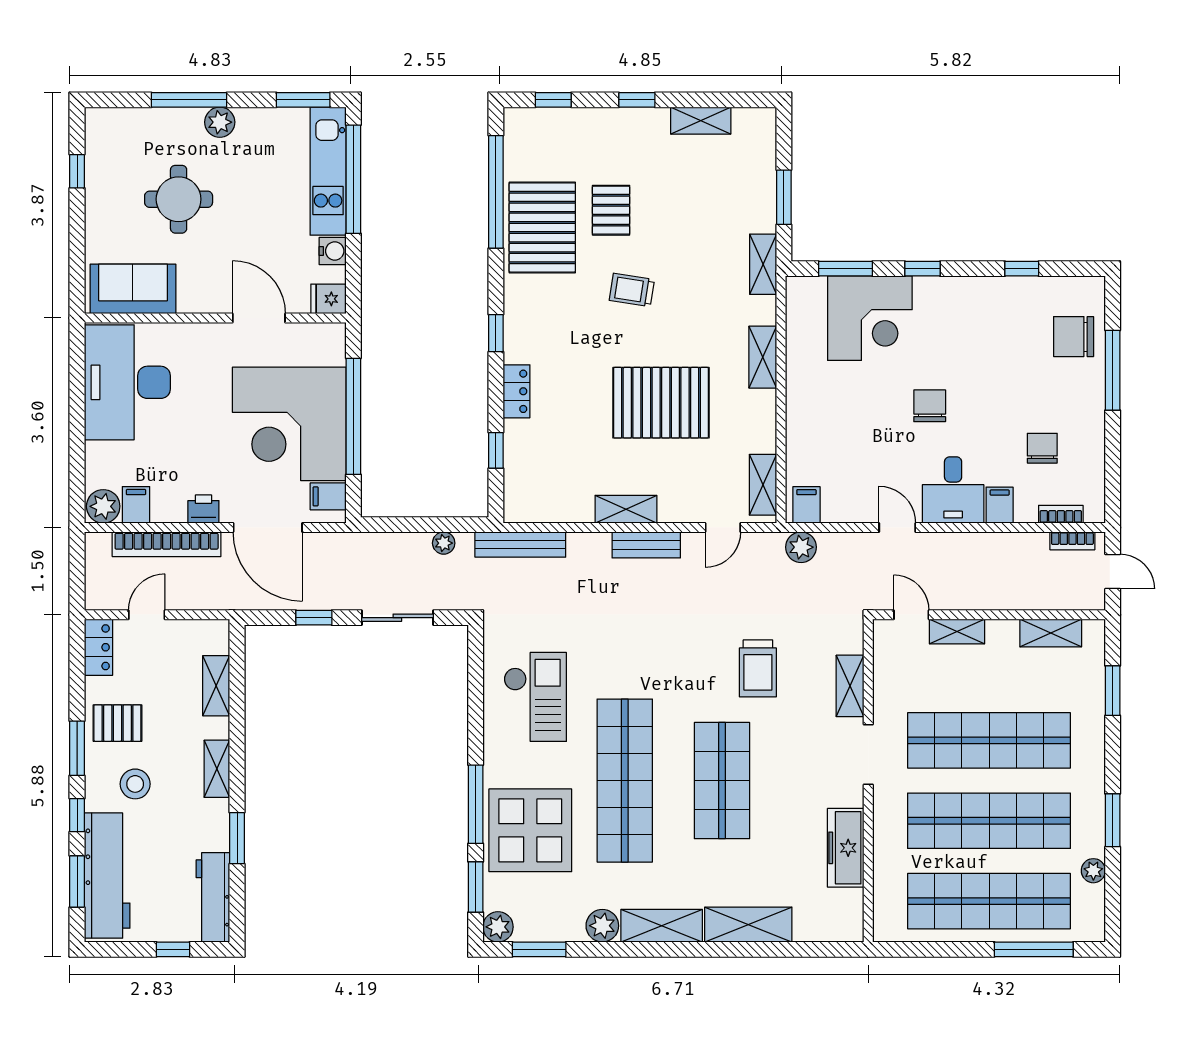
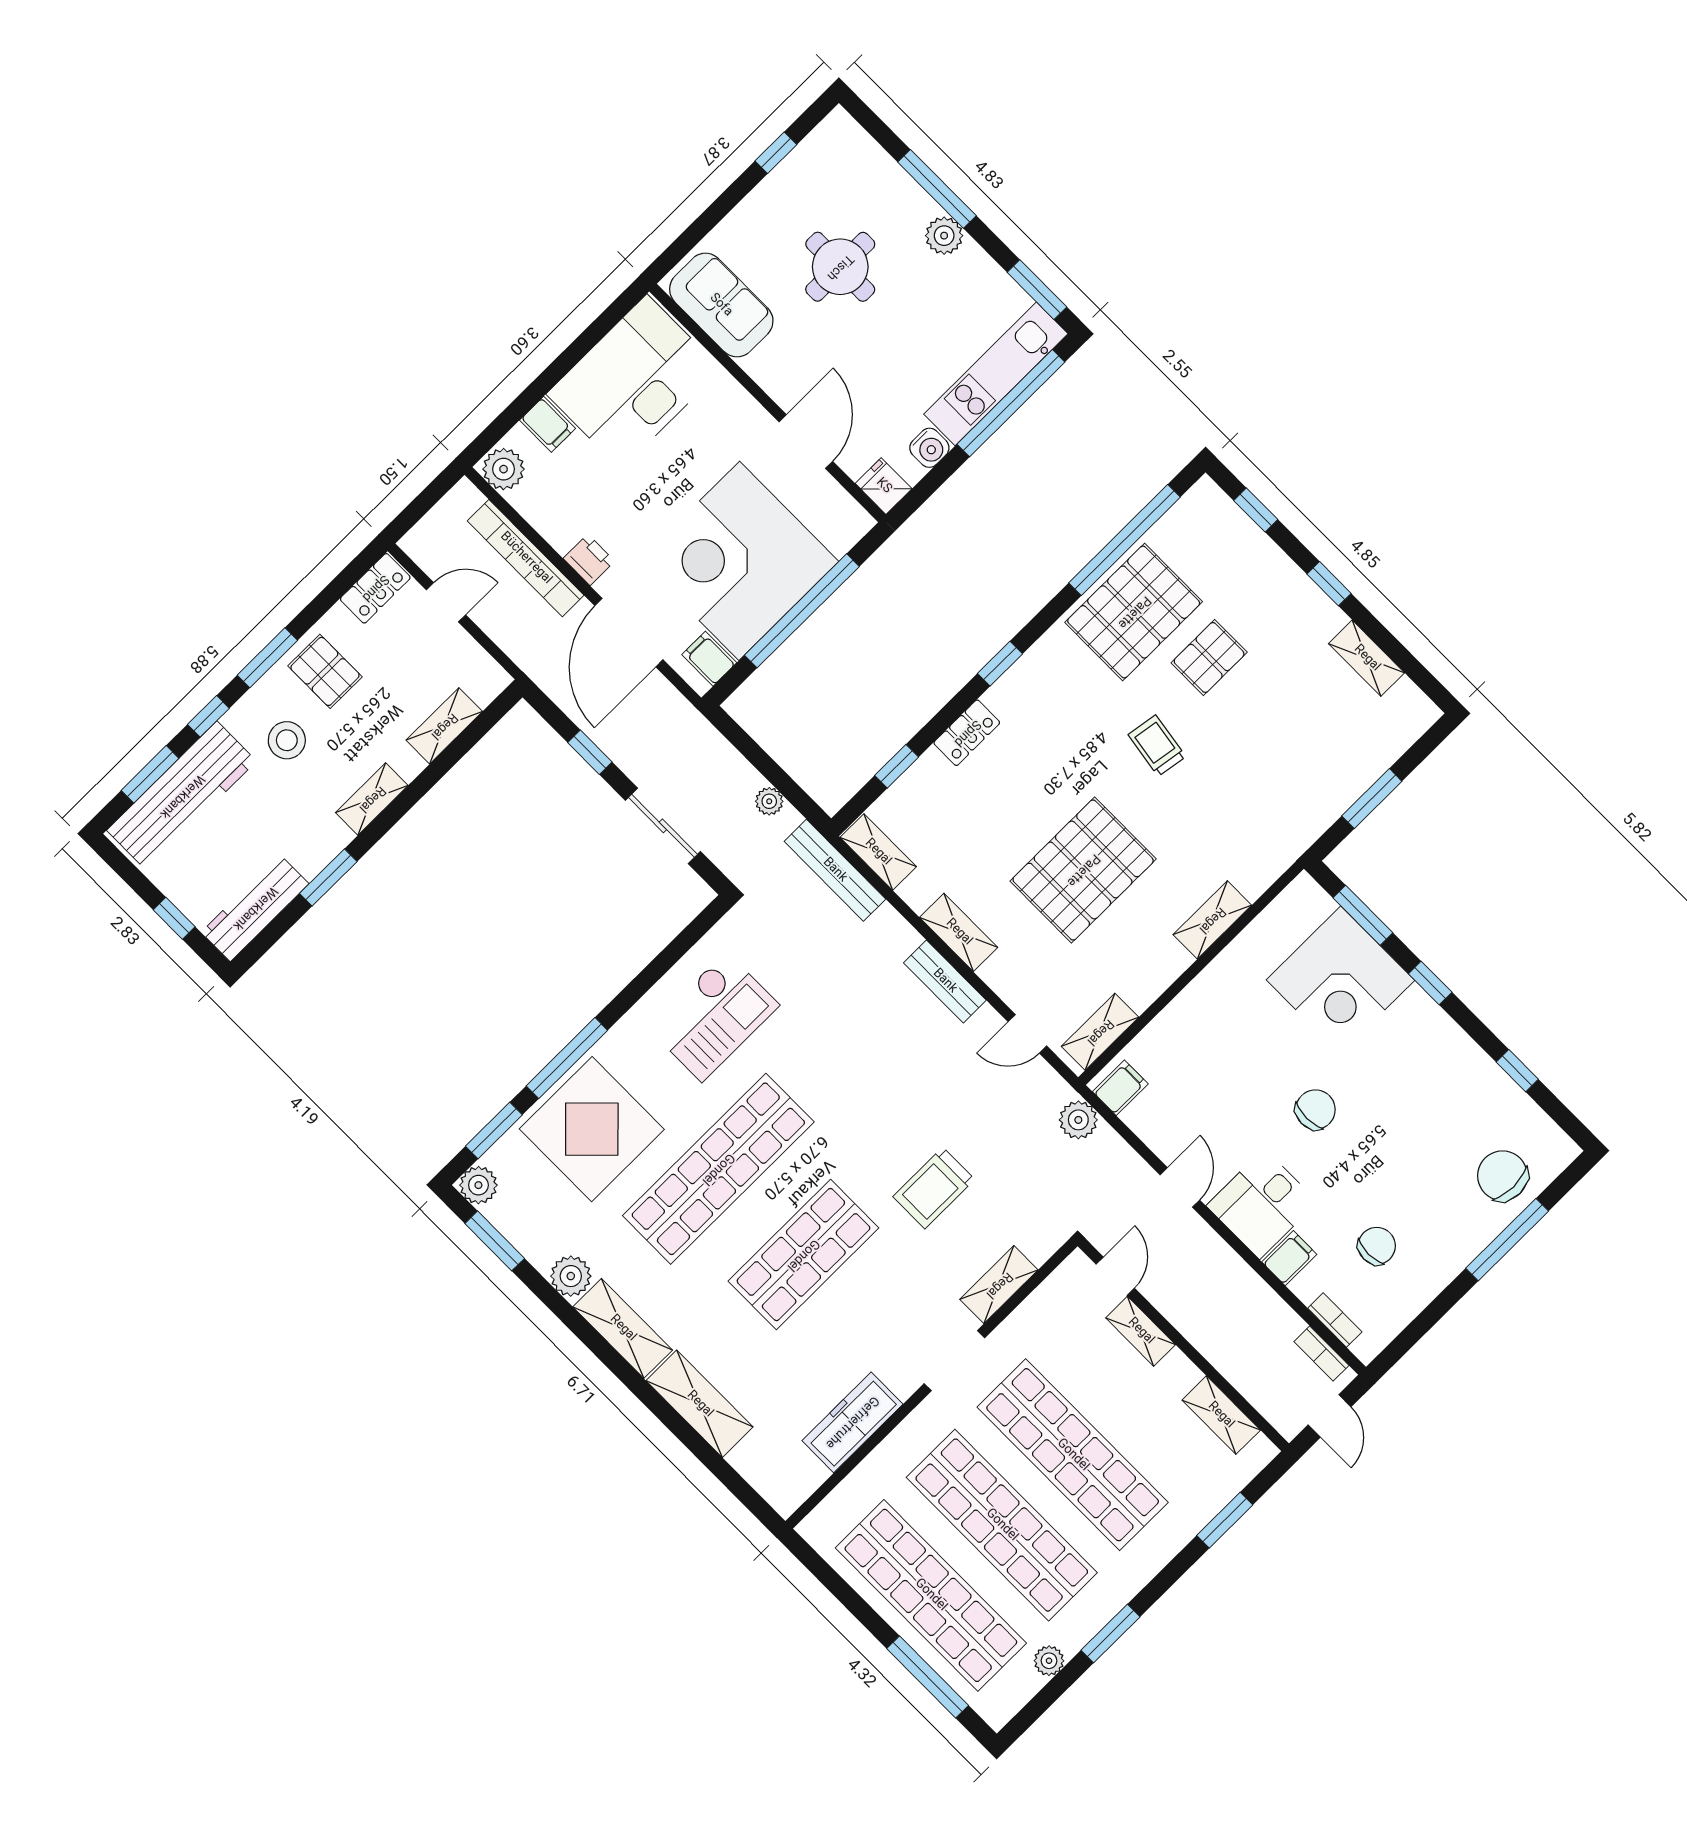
shelving: (763, 264) -> (878, 852), moved, turned 90
pallet: (661, 403) -> (1083, 870), turned 90
filing cabinet: (136, 505) -> (547, 424), moved, turned 90

